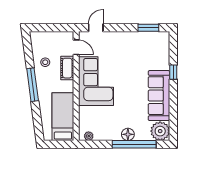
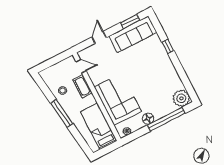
door: (96, 28) -> (99, 37), moved
corner sofa: (96, 81) -> (118, 99), moved
sofa: (159, 96) -> (133, 34), moved, turned -90
floor lamp: (128, 134) -> (148, 119), moved

